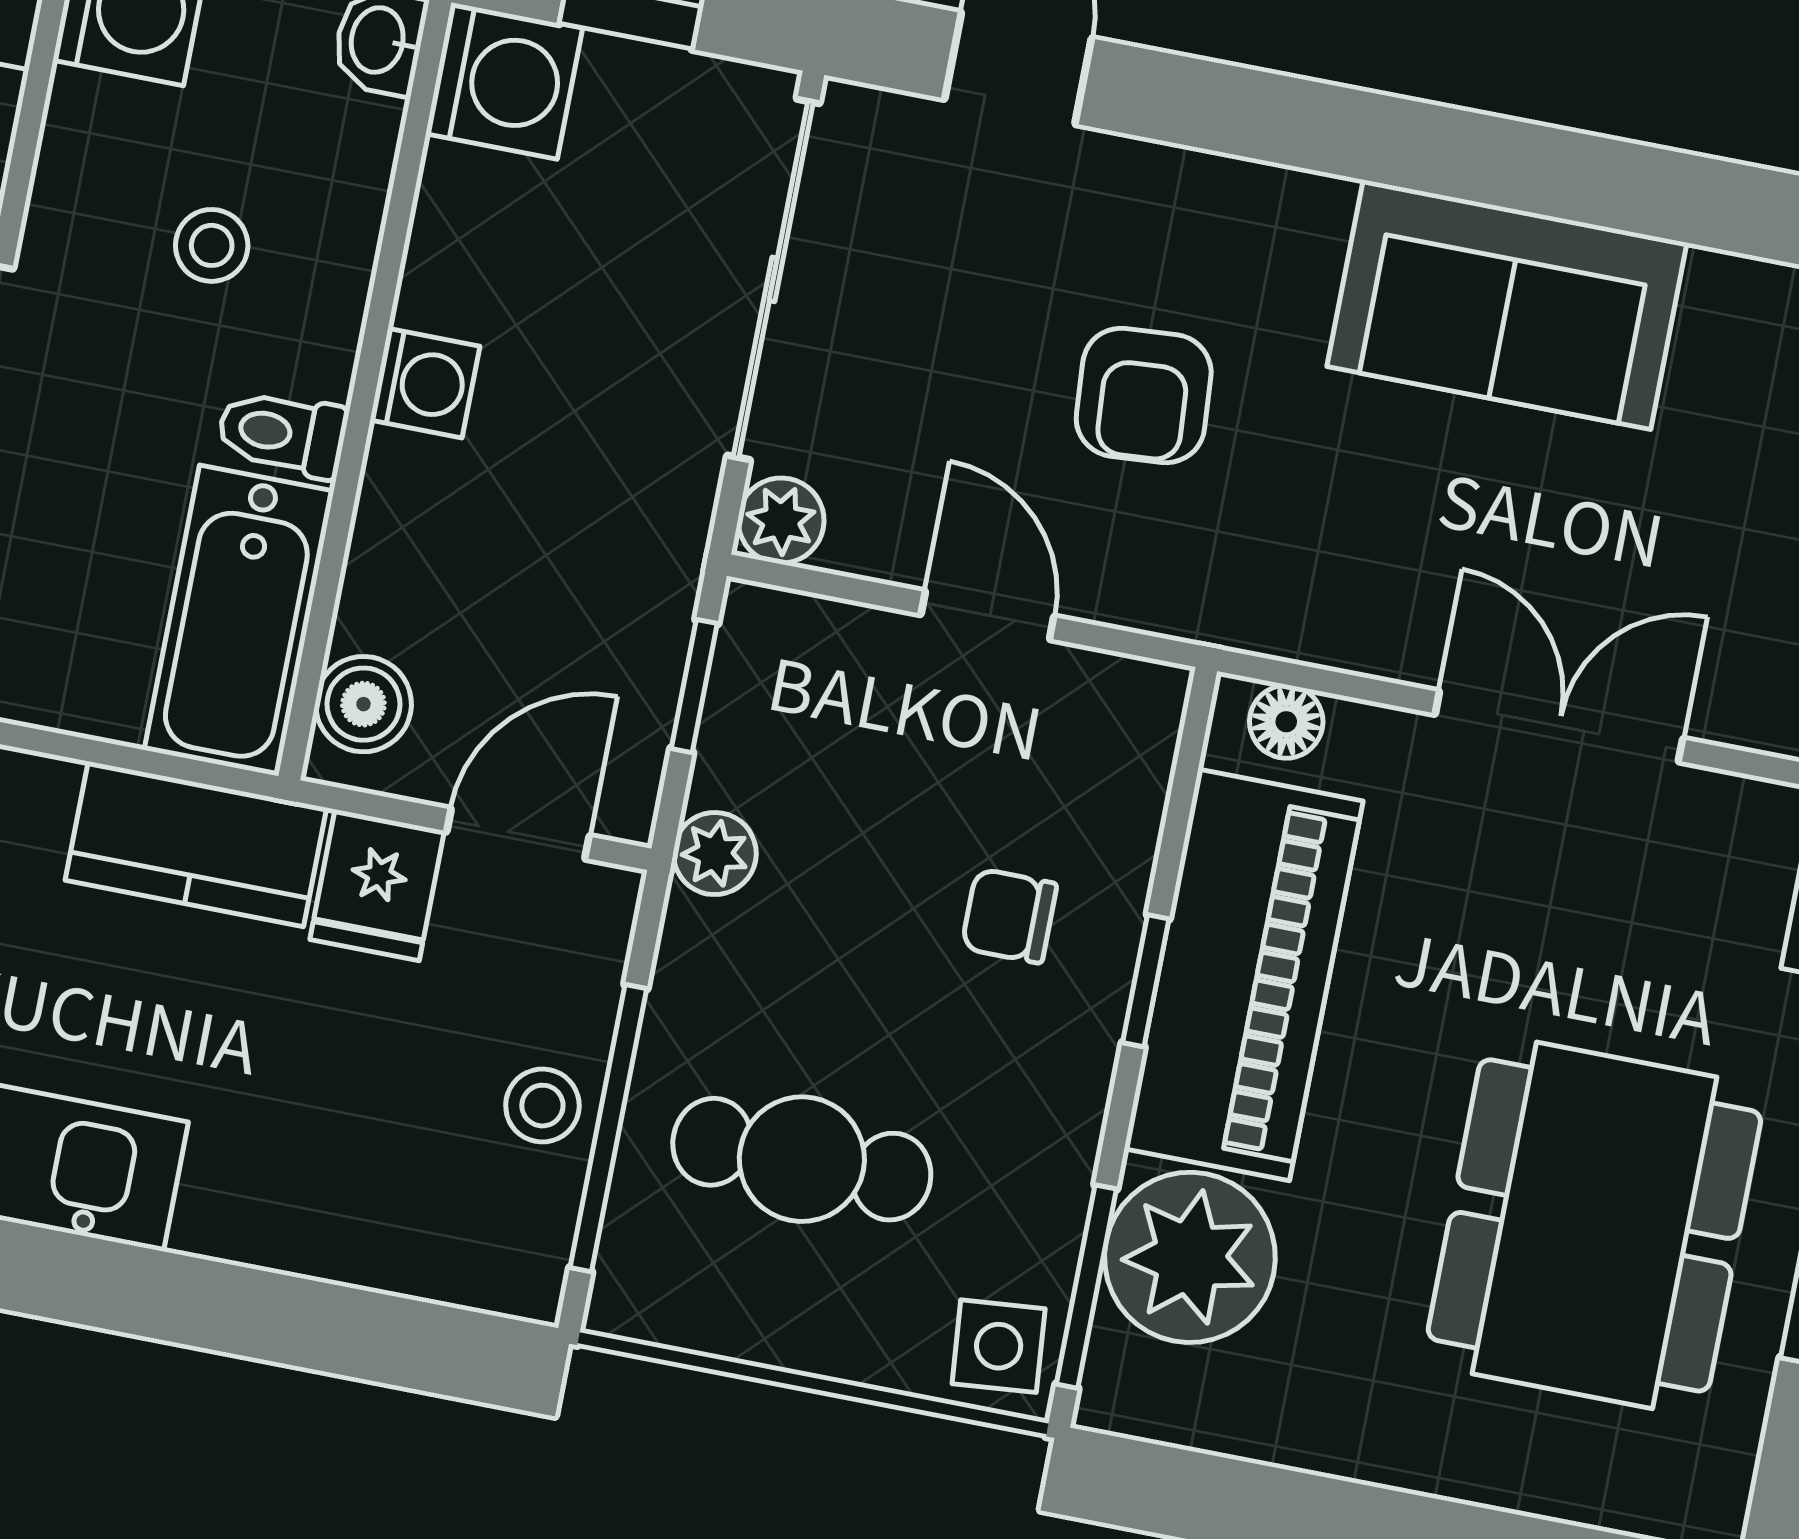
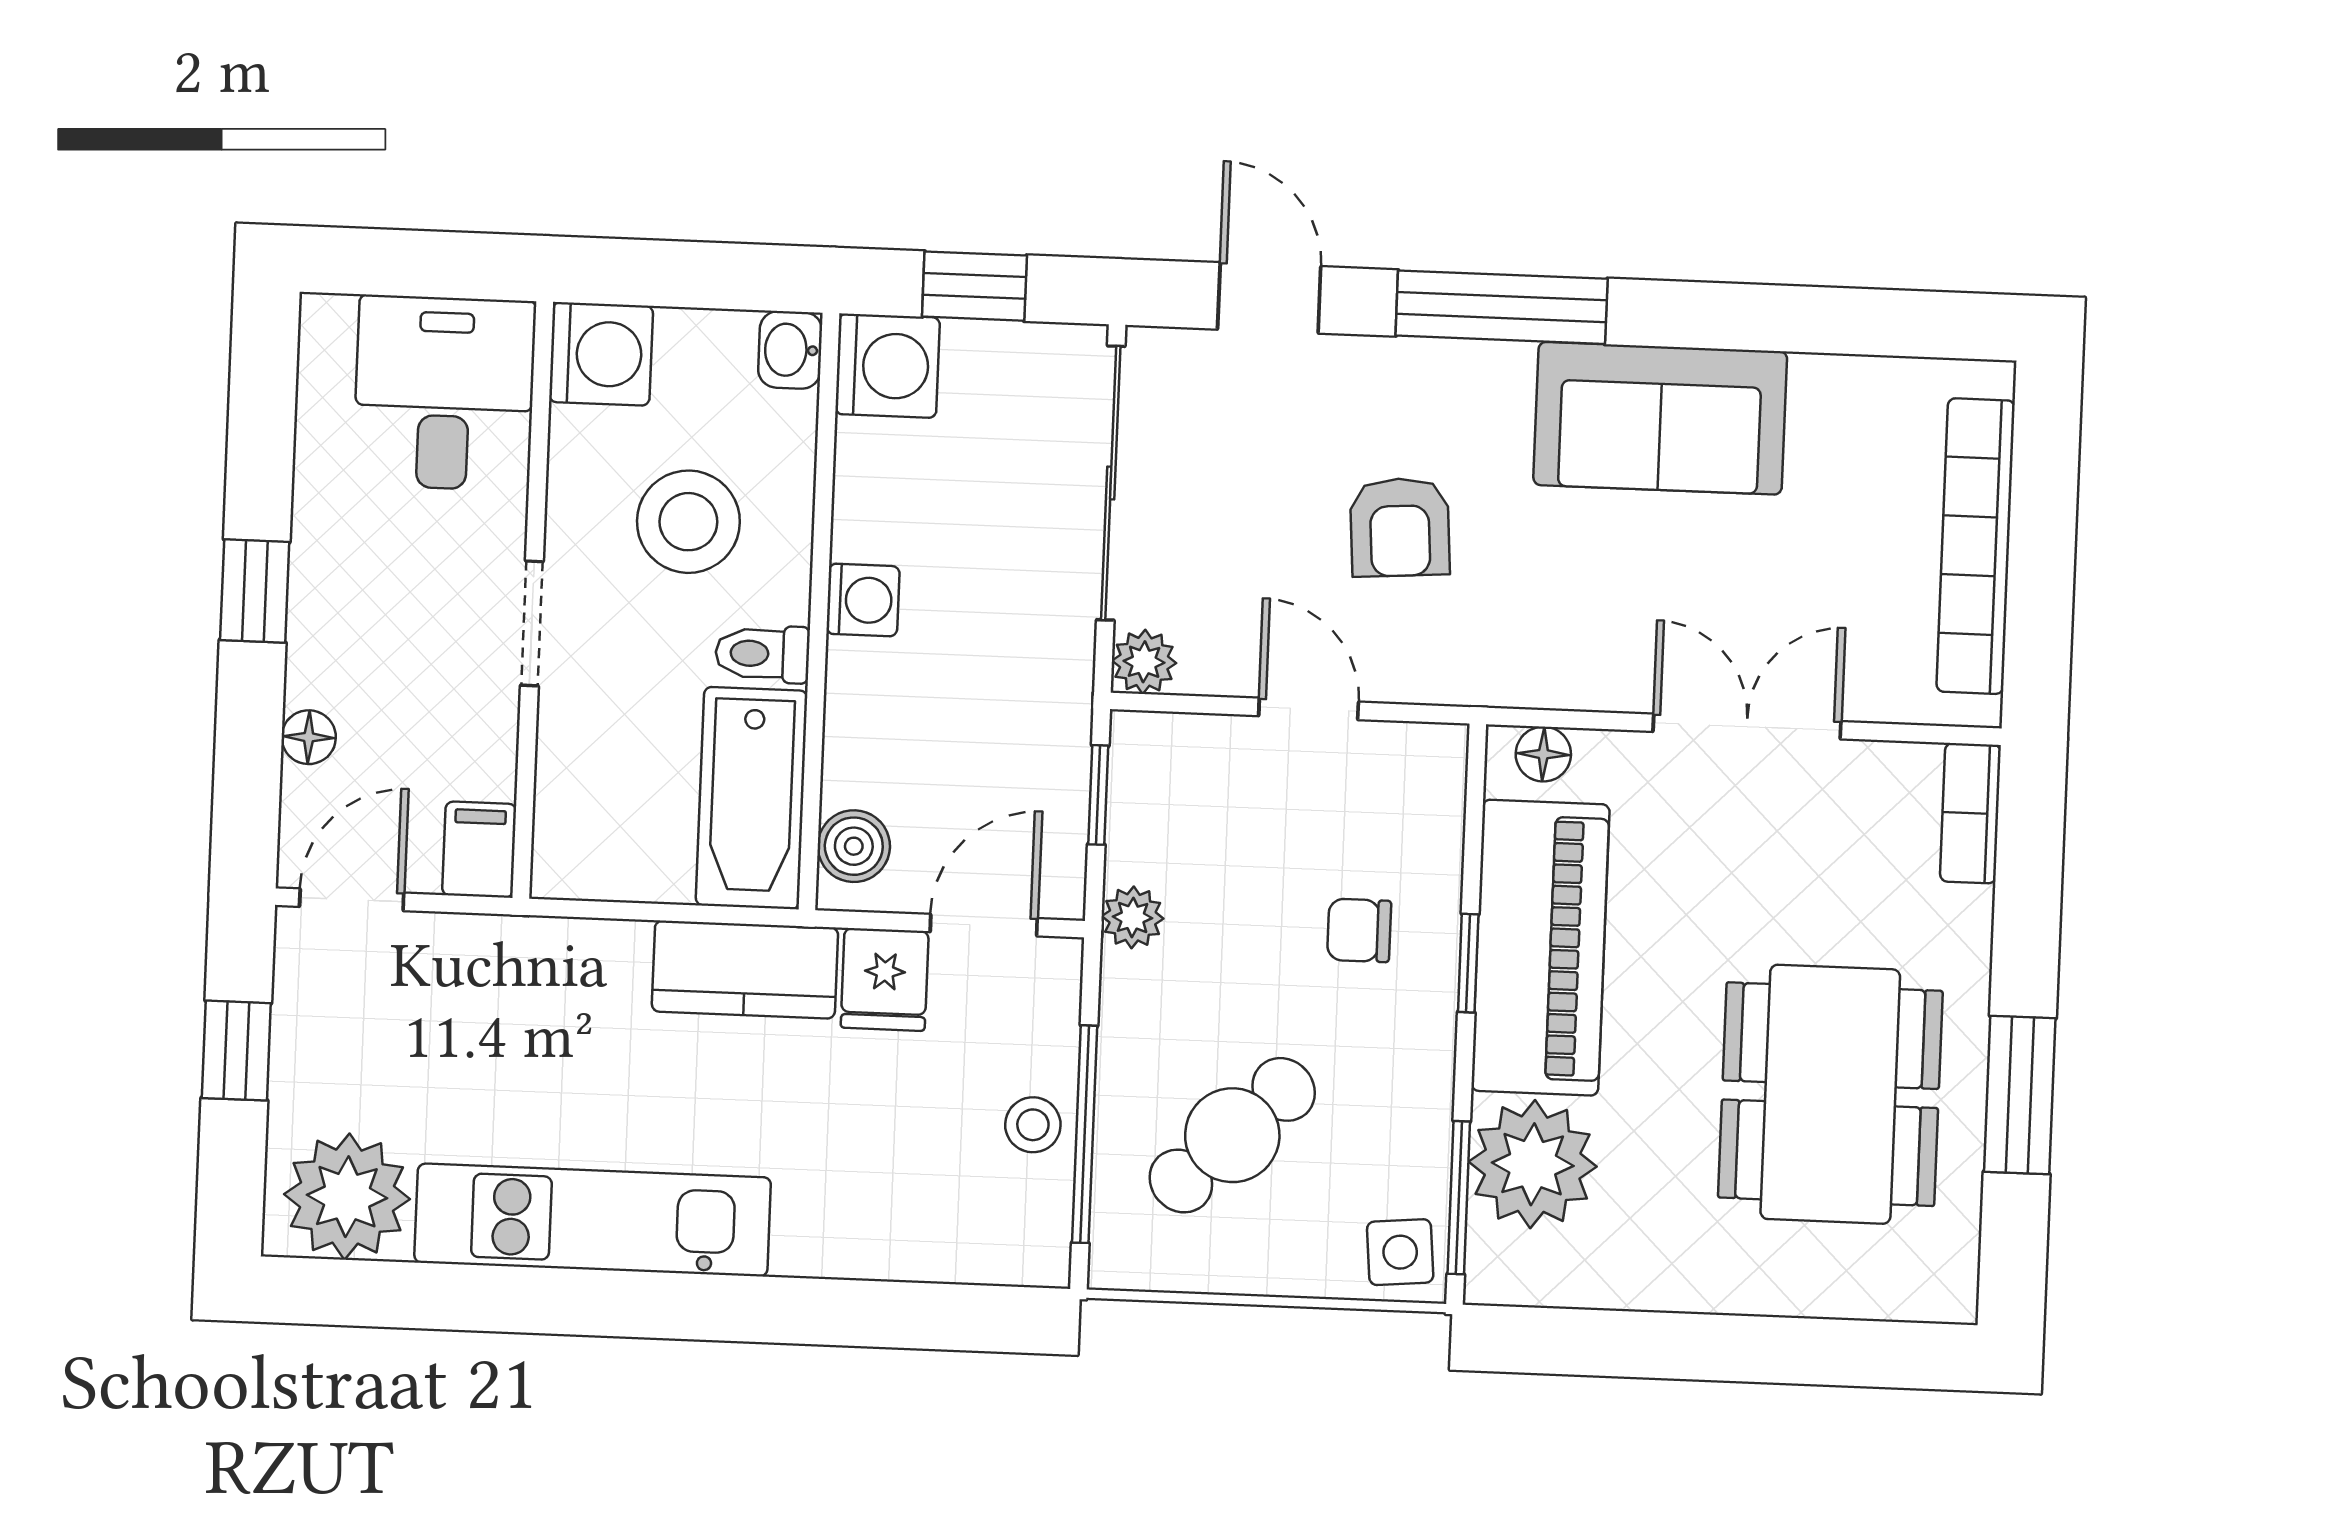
window: (1321, 127) -> (1502, 307), added
stool: (212, 245) -> (688, 522), width x1.89, depth x1.89
cafe table: (802, 1159) -> (1232, 1135), turned -44

